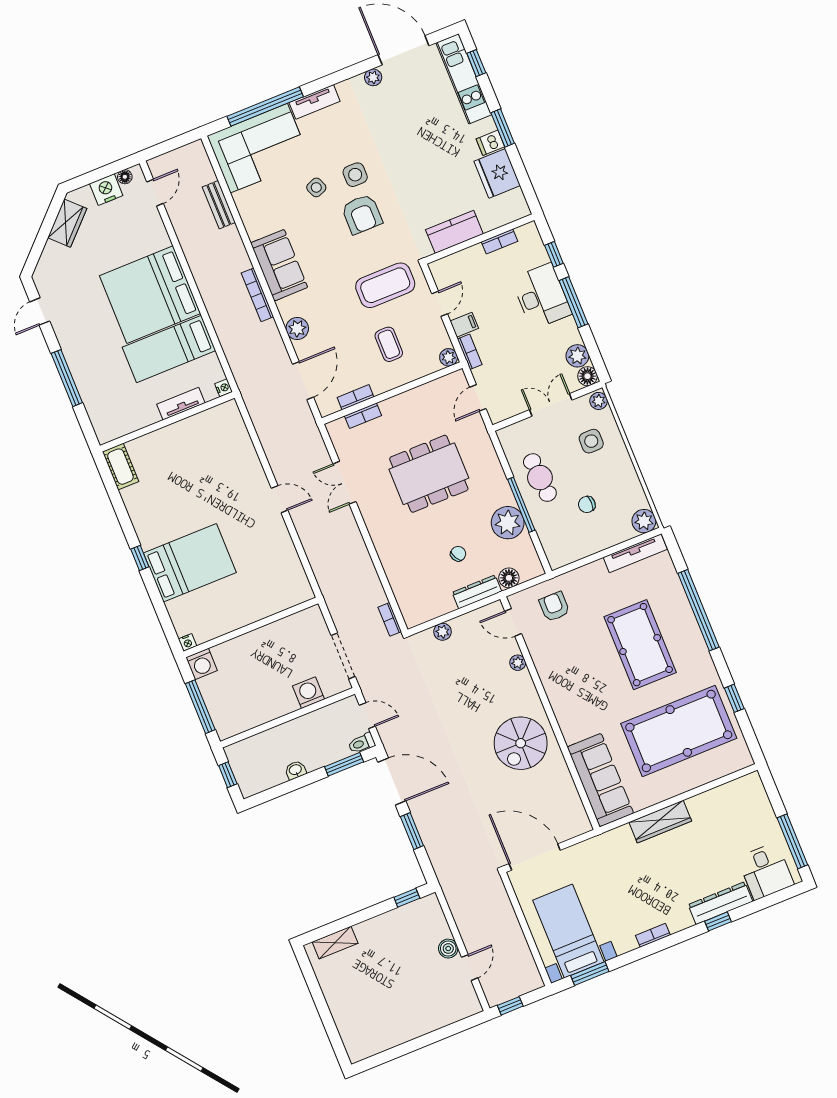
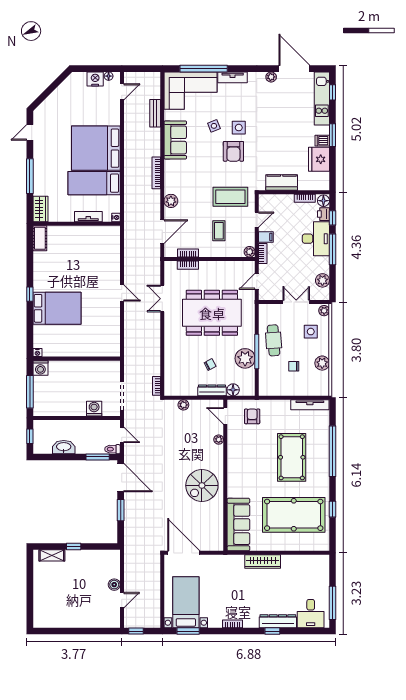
wardrobe: (67, 223) -> (40, 209), moved, turned -45
printer: (538, 254) -> (323, 214), added
sofa: (279, 265) -> (175, 140), moved
floor lamp: (587, 376) -> (323, 201), moved
dining table: (429, 474) -> (212, 313), width x1.36, depth x1.24
plant: (644, 521) -> (322, 363), moved
washbasin: (295, 770) -> (64, 447), width x1.91, depth x1.45
window: (407, 898) -> (74, 547), moved

